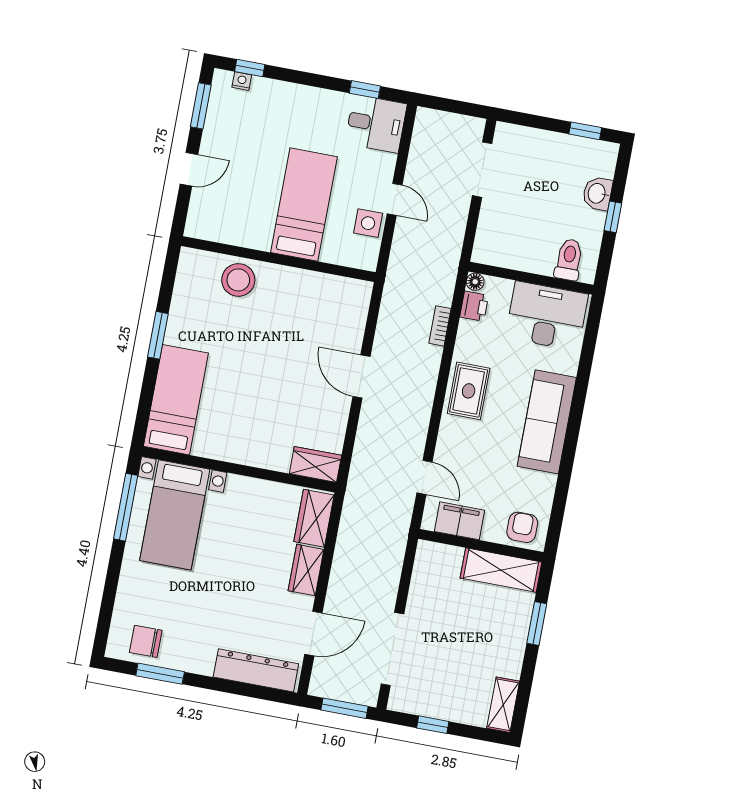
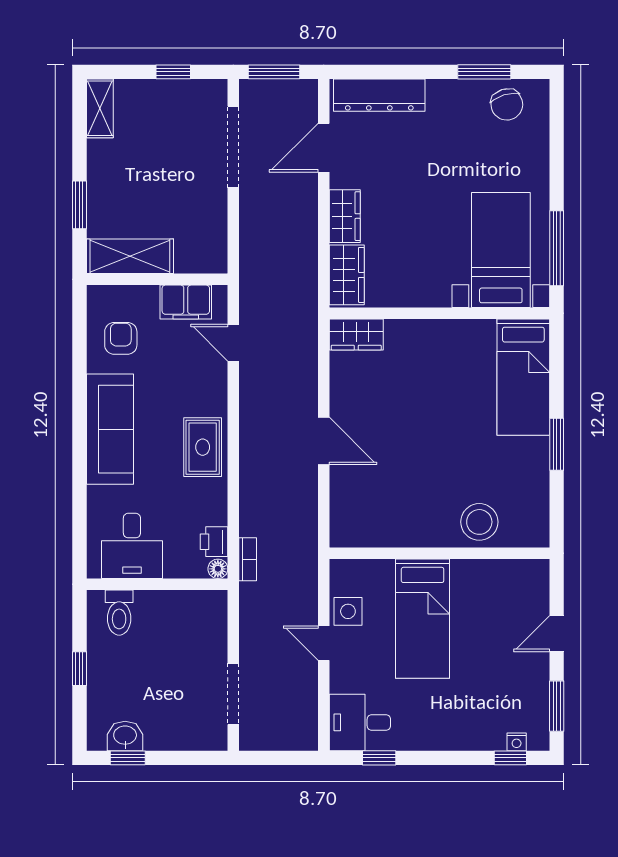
washbasin: (597, 193) -> (125, 736), moved, turned -90
desk: (547, 316) -> (132, 546), width x0.73
bookcase: (440, 326) -> (248, 559), moved
armchair: (522, 527) -> (121, 338), moved, turned 180
chair: (146, 641) -> (507, 104), turned 73

